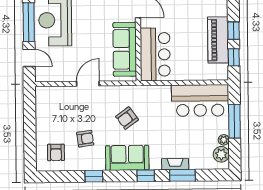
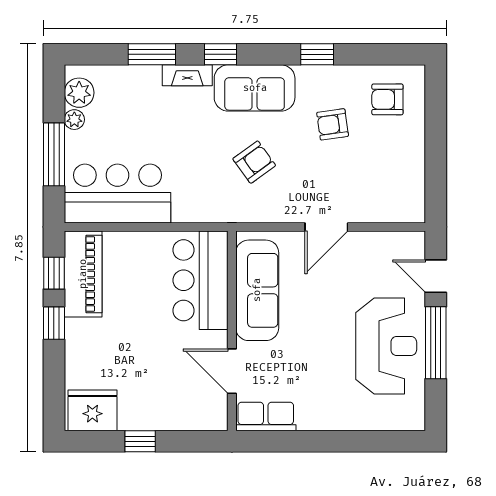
piano: (218, 40) -> (83, 274), moved
armchair: (56, 152) -> (387, 99), turned -90
fireplace: (175, 164) -> (187, 75), moved

